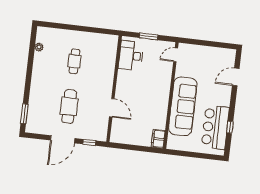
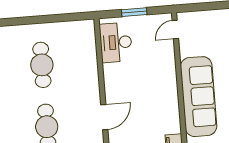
cafe table: (74, 61) -> (42, 65), width x1.37, depth x1.35
door: (112, 108) -> (104, 117), hinge flipped

